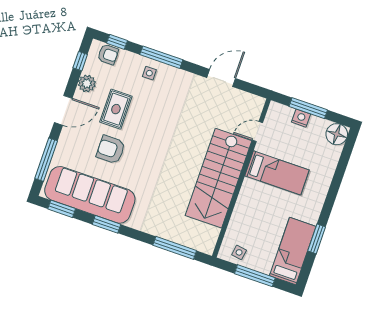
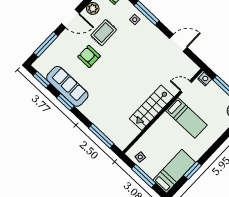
nightstand: (301, 118) -> (205, 79), moved
stairs: (219, 178) -> (152, 108), width x0.73, depth x0.66
sofa: (90, 195) -> (67, 86), width x0.74, depth x0.79

